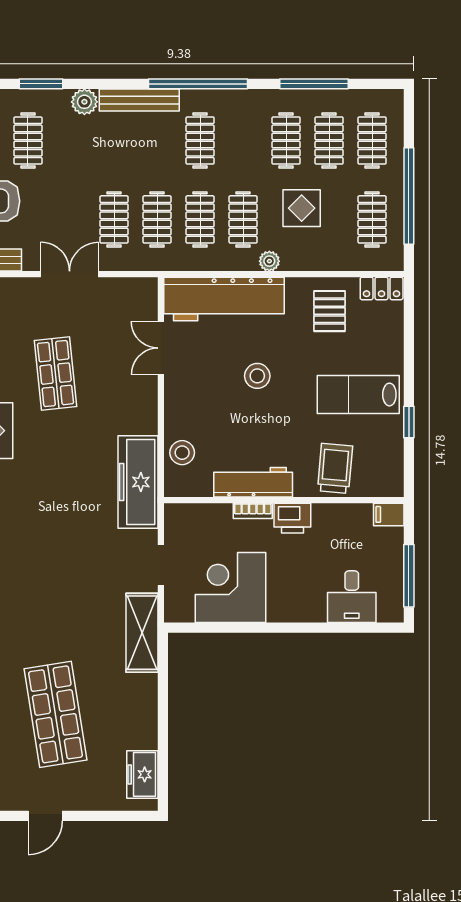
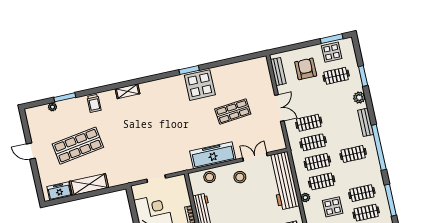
bench: (139, 100) -> (366, 122), width x0.73
stool: (257, 376) -> (240, 177), moved
freezer: (138, 482) -> (213, 155), moved
shelving: (142, 633) -> (89, 184), moved

